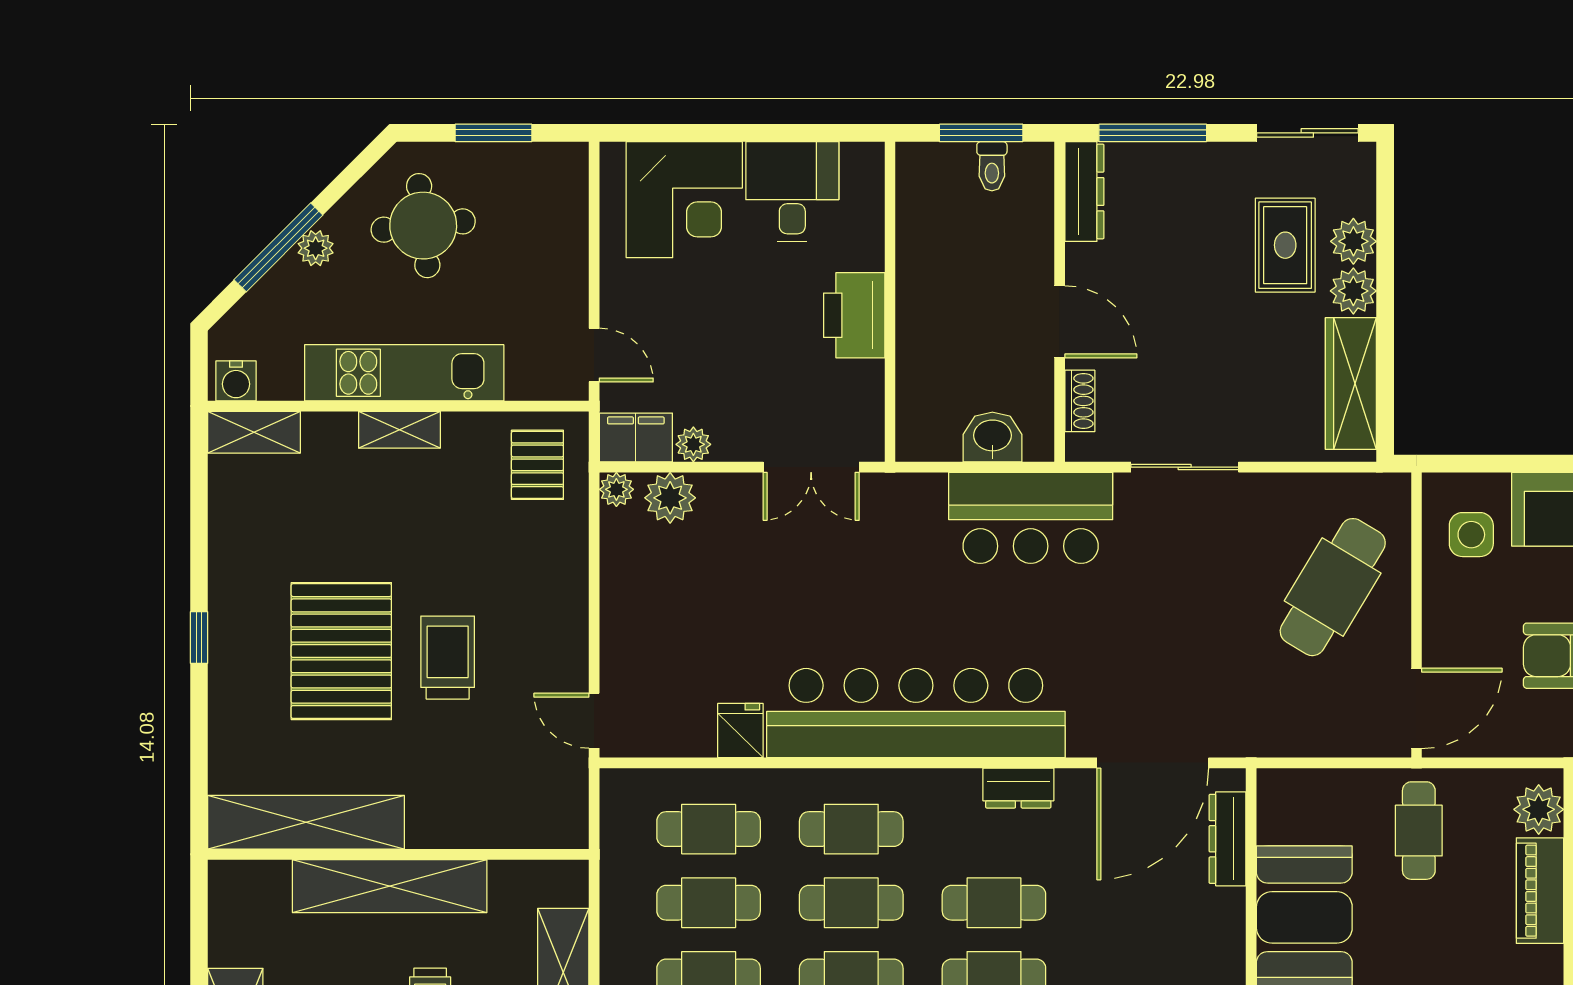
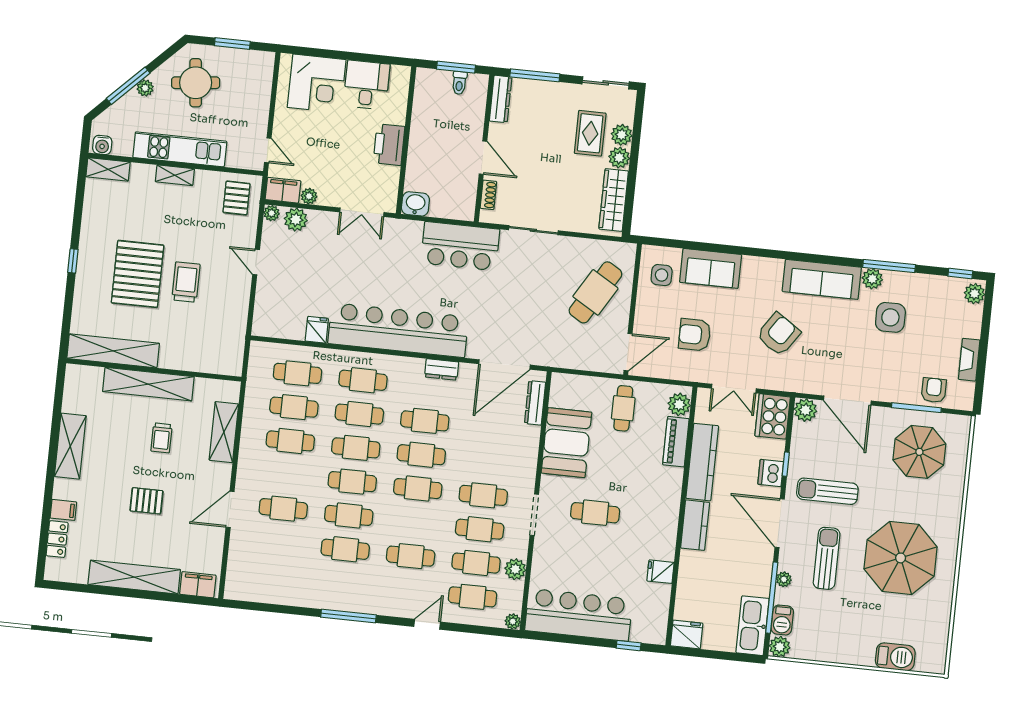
washbasin: (992, 437) -> (415, 204), moved
door: (594, 721) -> (256, 262), moved

